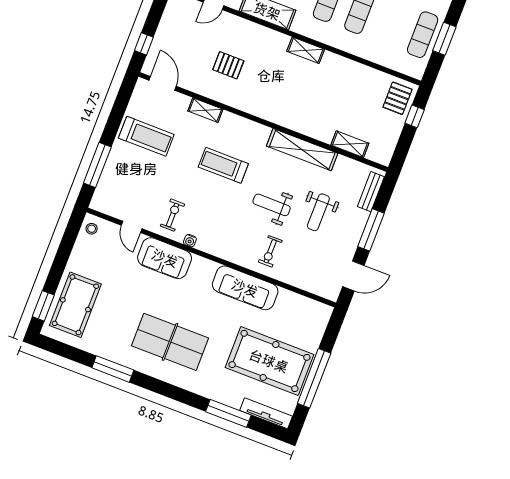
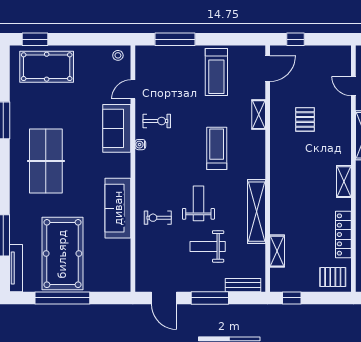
locker: (359, 71) -> (343, 235), added
window: (415, 116) -> (292, 298), moved

